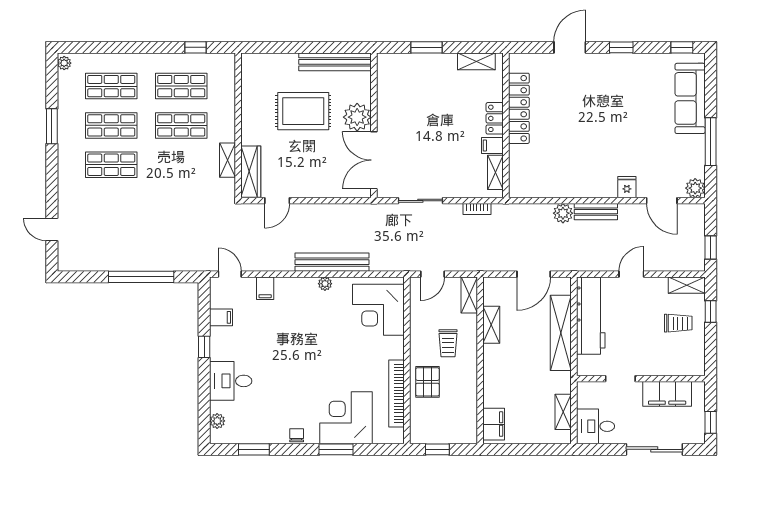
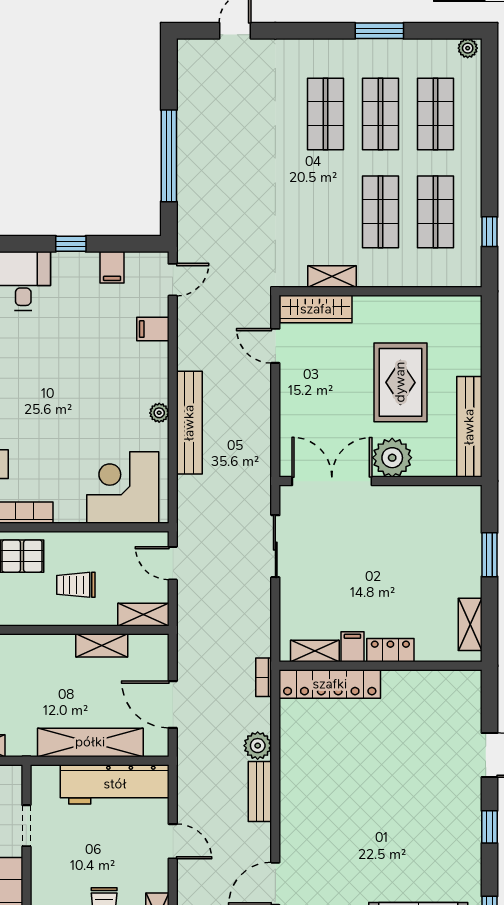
locker: (519, 108) -> (330, 684), moved
fridge: (627, 187) -> (294, 835), removed
bookcase: (477, 209) -> (264, 677), moved

